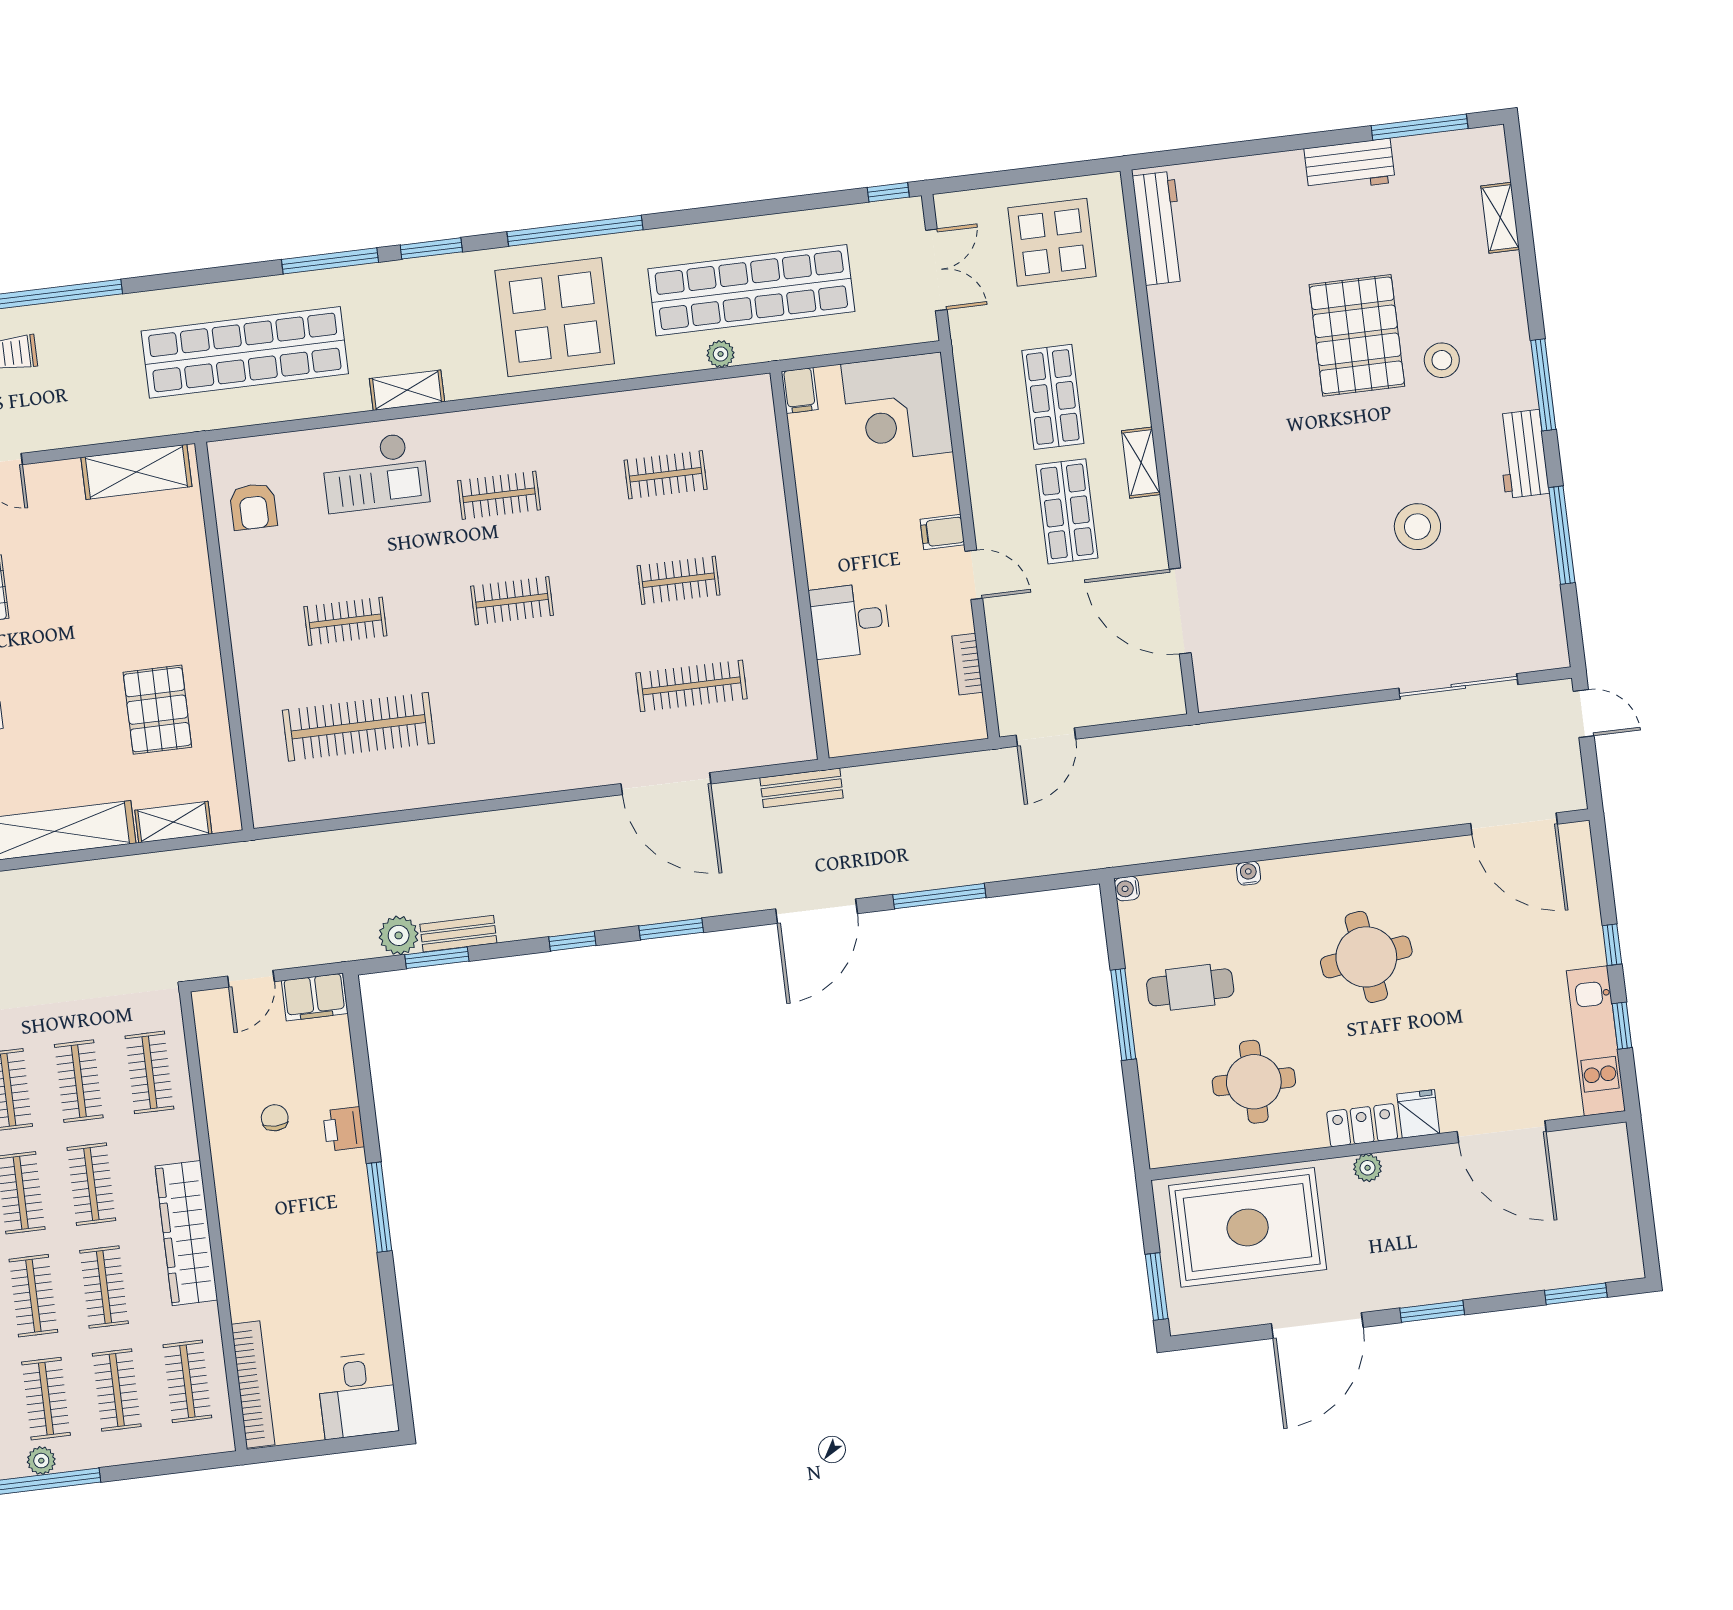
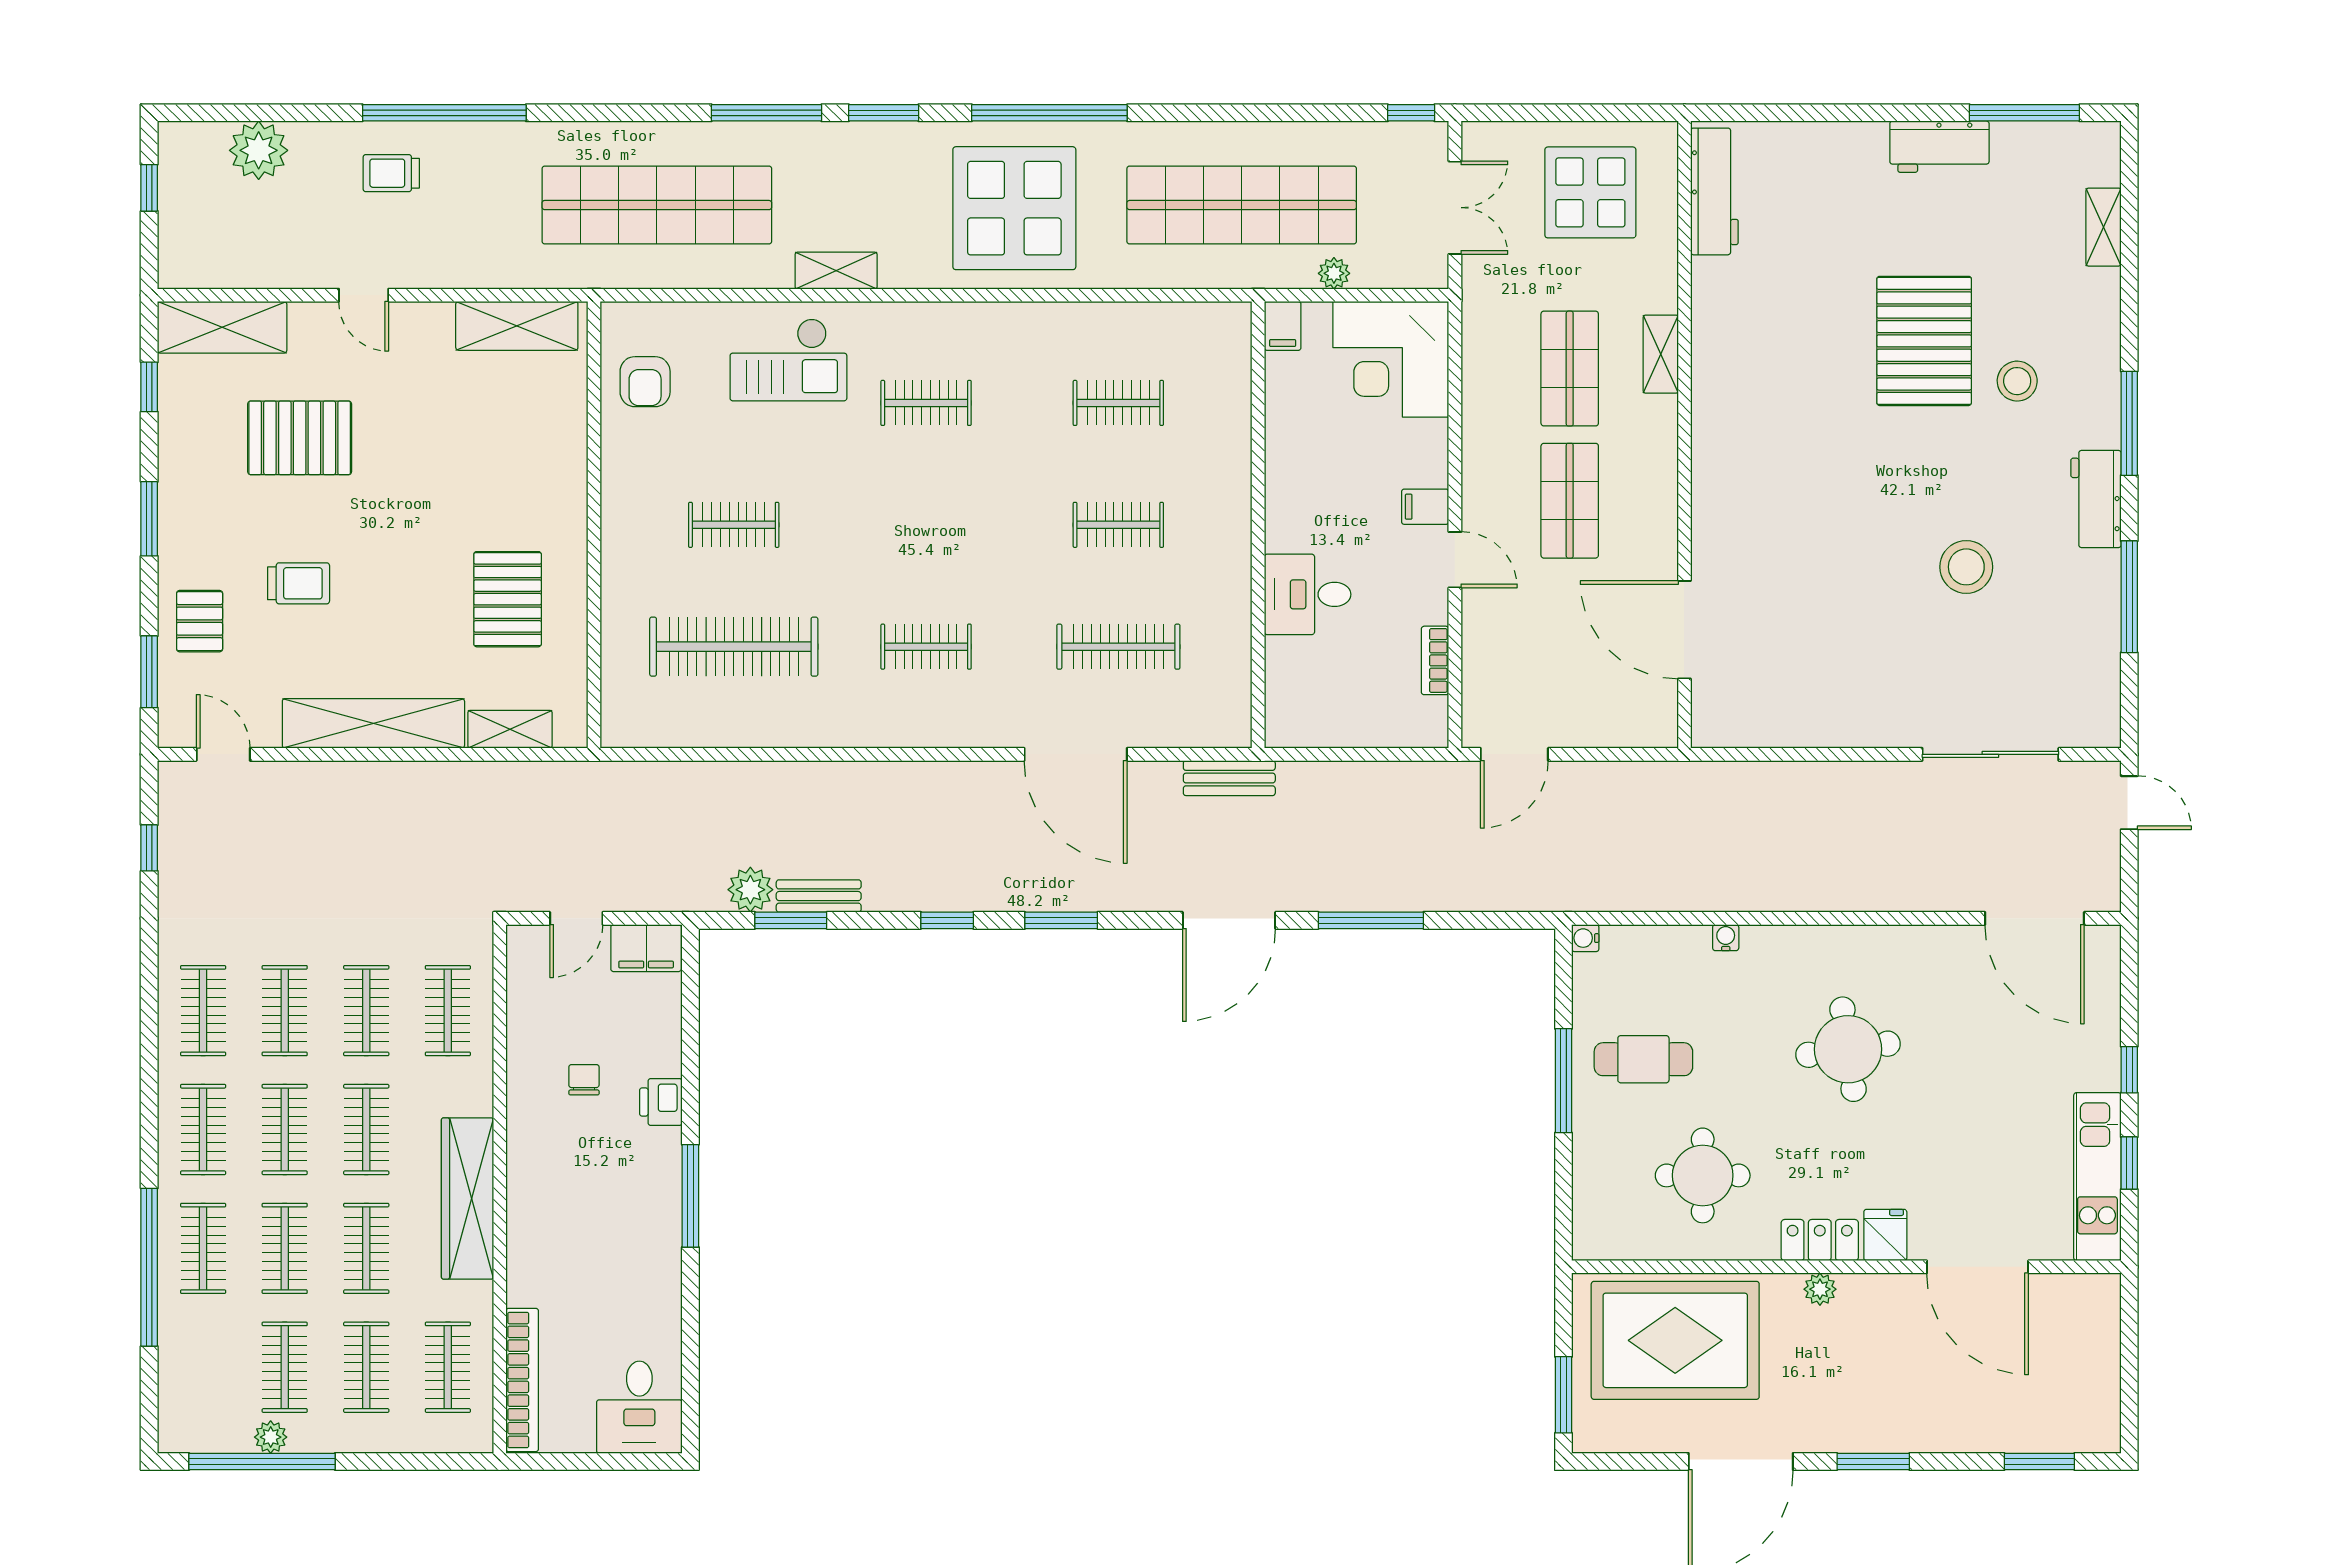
plant: (721, 354) -> (1334, 273), moved
shelving: (1141, 463) -> (1661, 354), moved
clothes rail: (512, 601) -> (926, 647), moved

